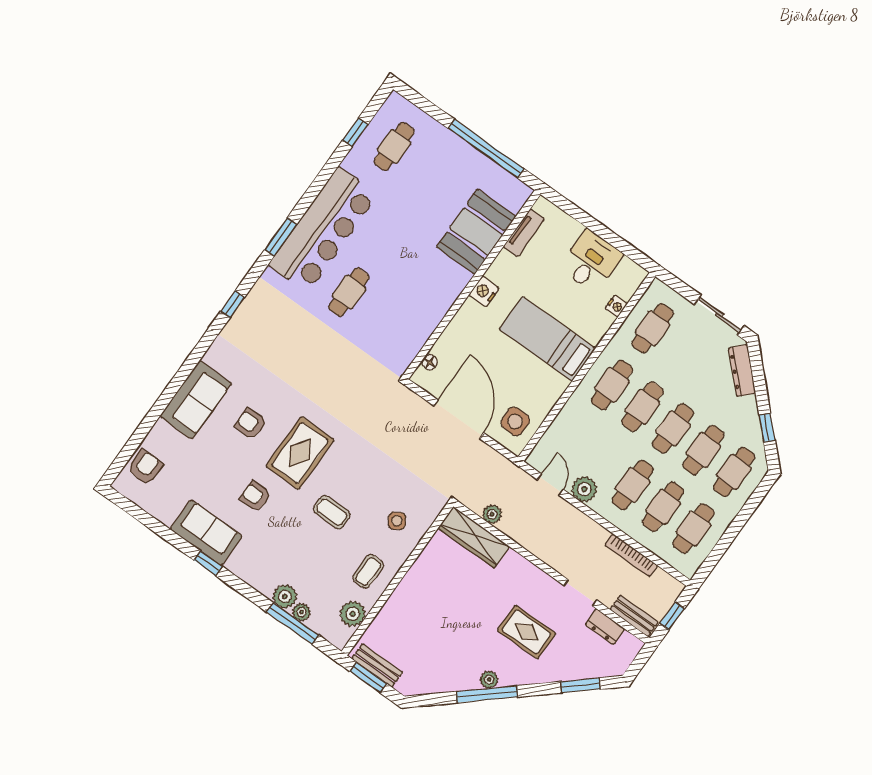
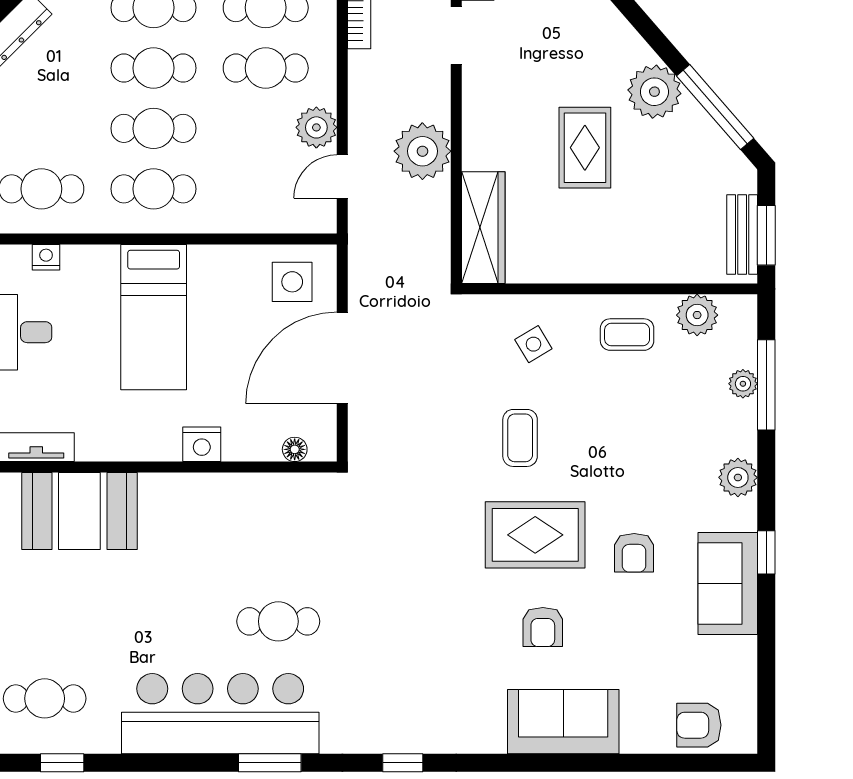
nightstand: (484, 292) -> (202, 444), moved
coffee table: (332, 512) -> (520, 438), moved
plant: (492, 514) -> (422, 151), moved, width x1.88, depth x1.88
plant: (285, 596) -> (738, 477), moved
rug: (526, 632) -> (585, 148), moved
plant: (489, 680) -> (654, 92), width x1.87, depth x1.87
window: (487, 694) -> (715, 107), moved

